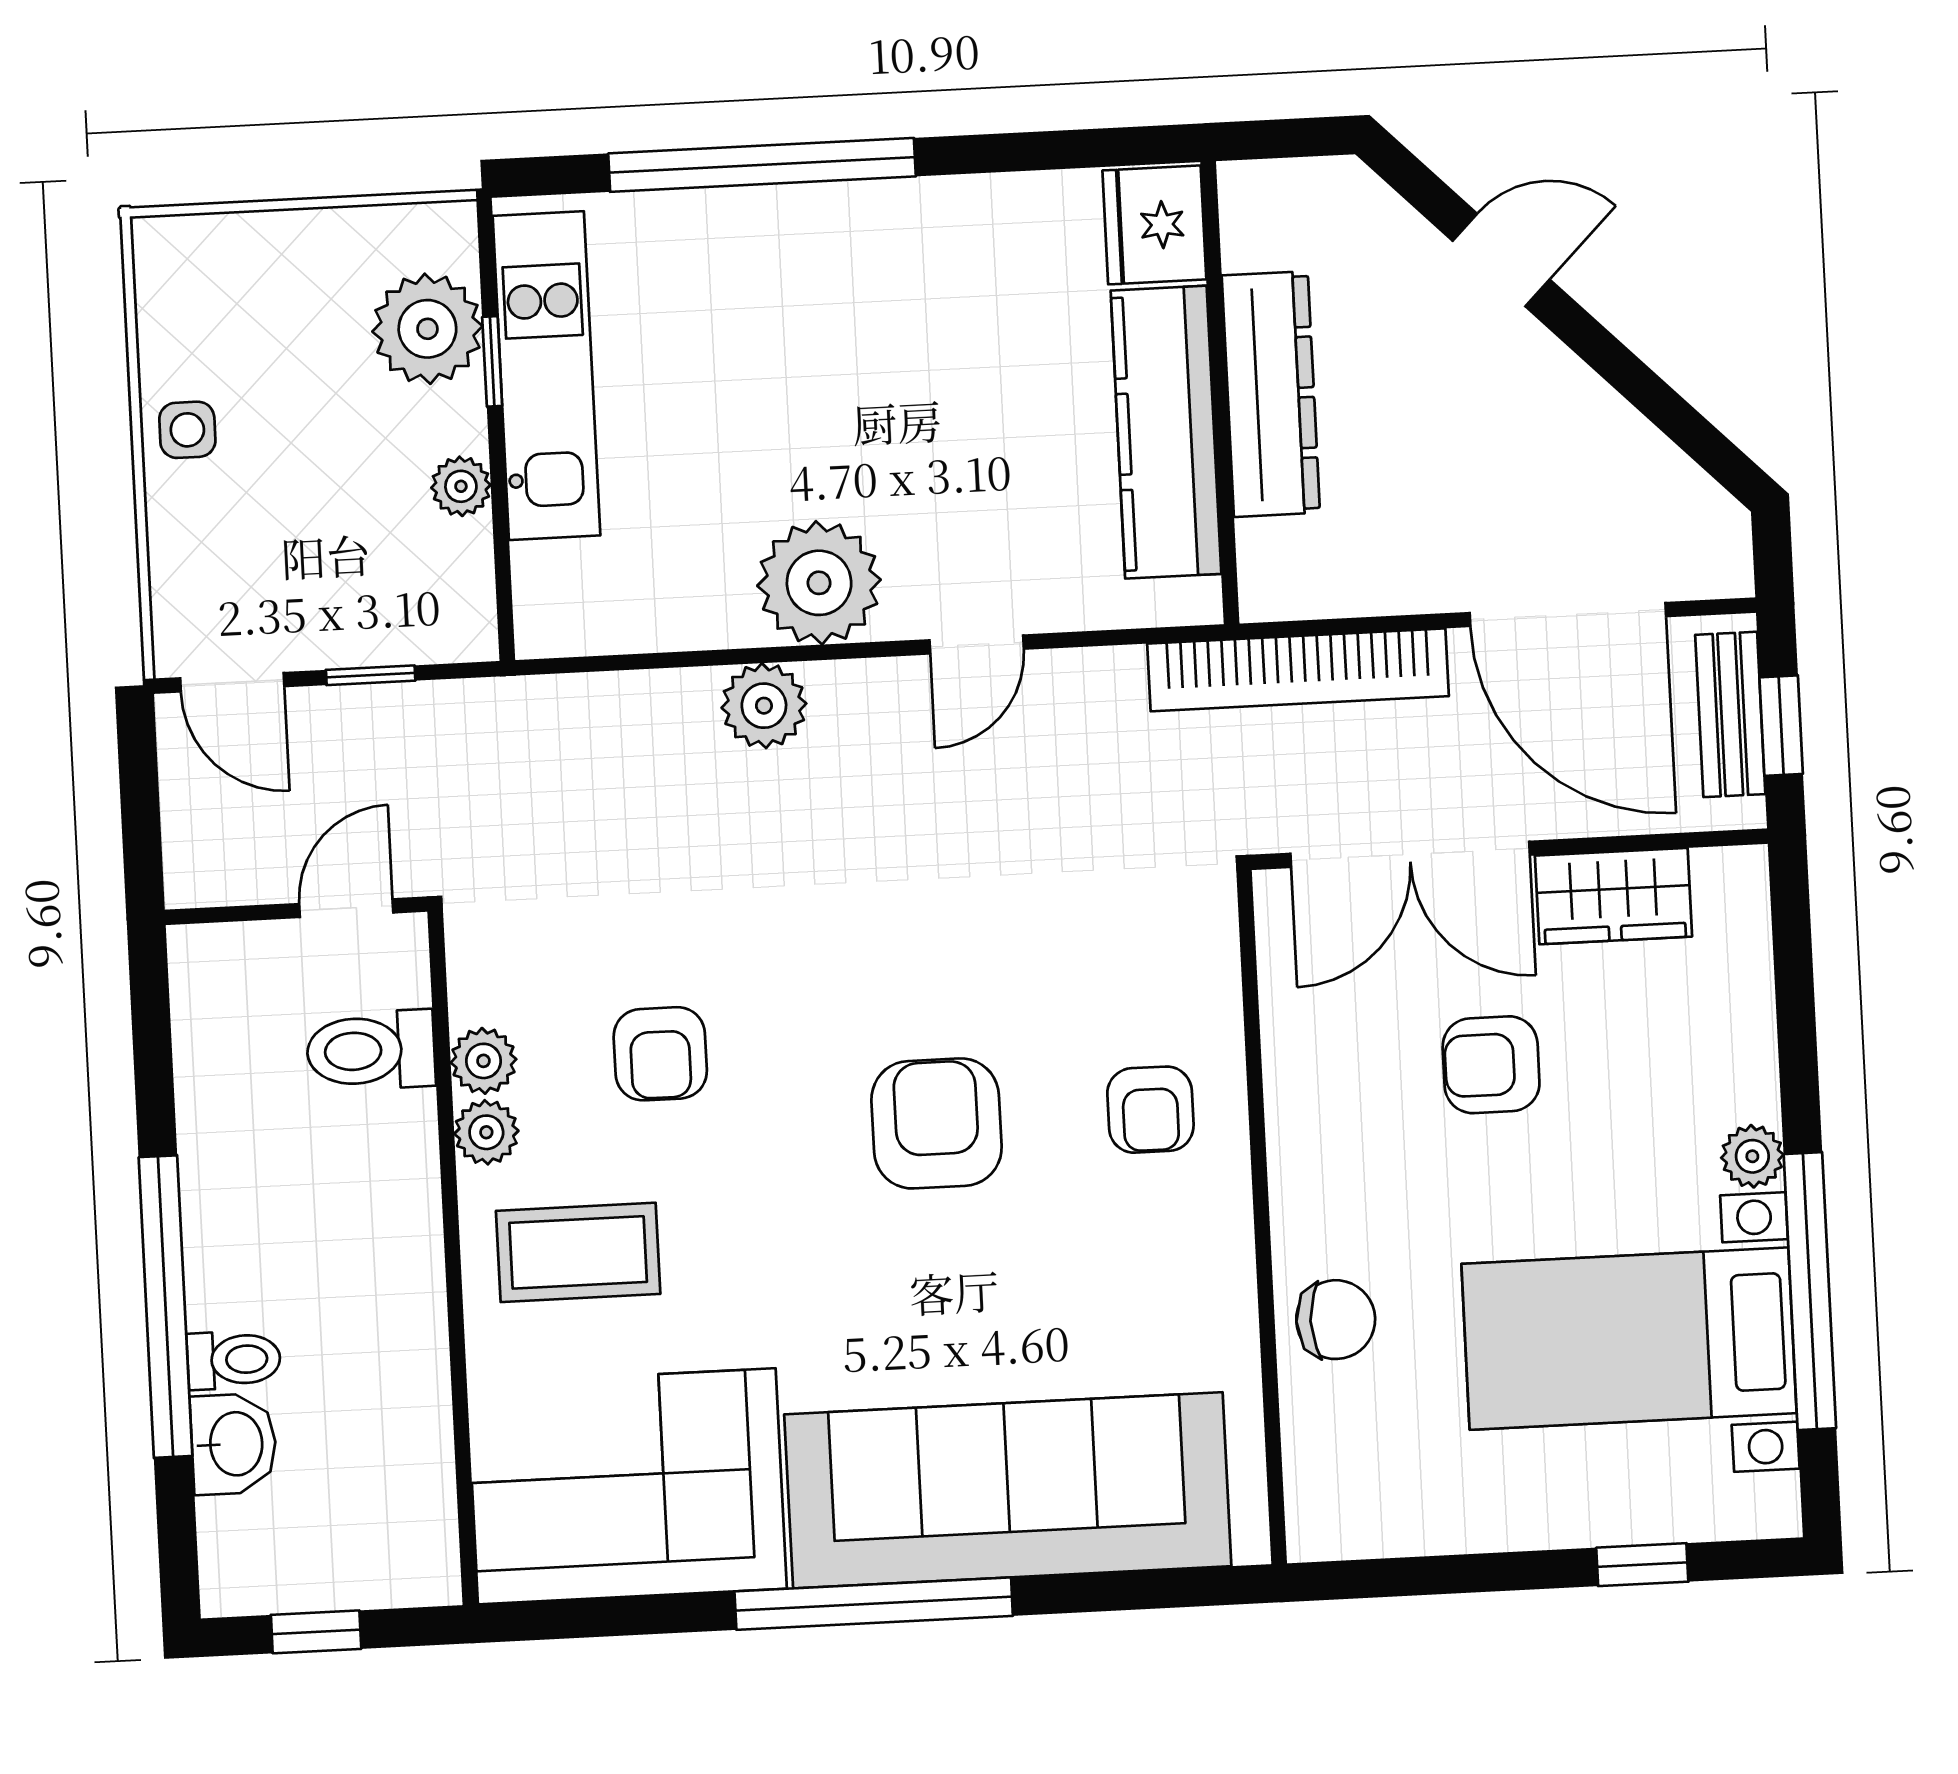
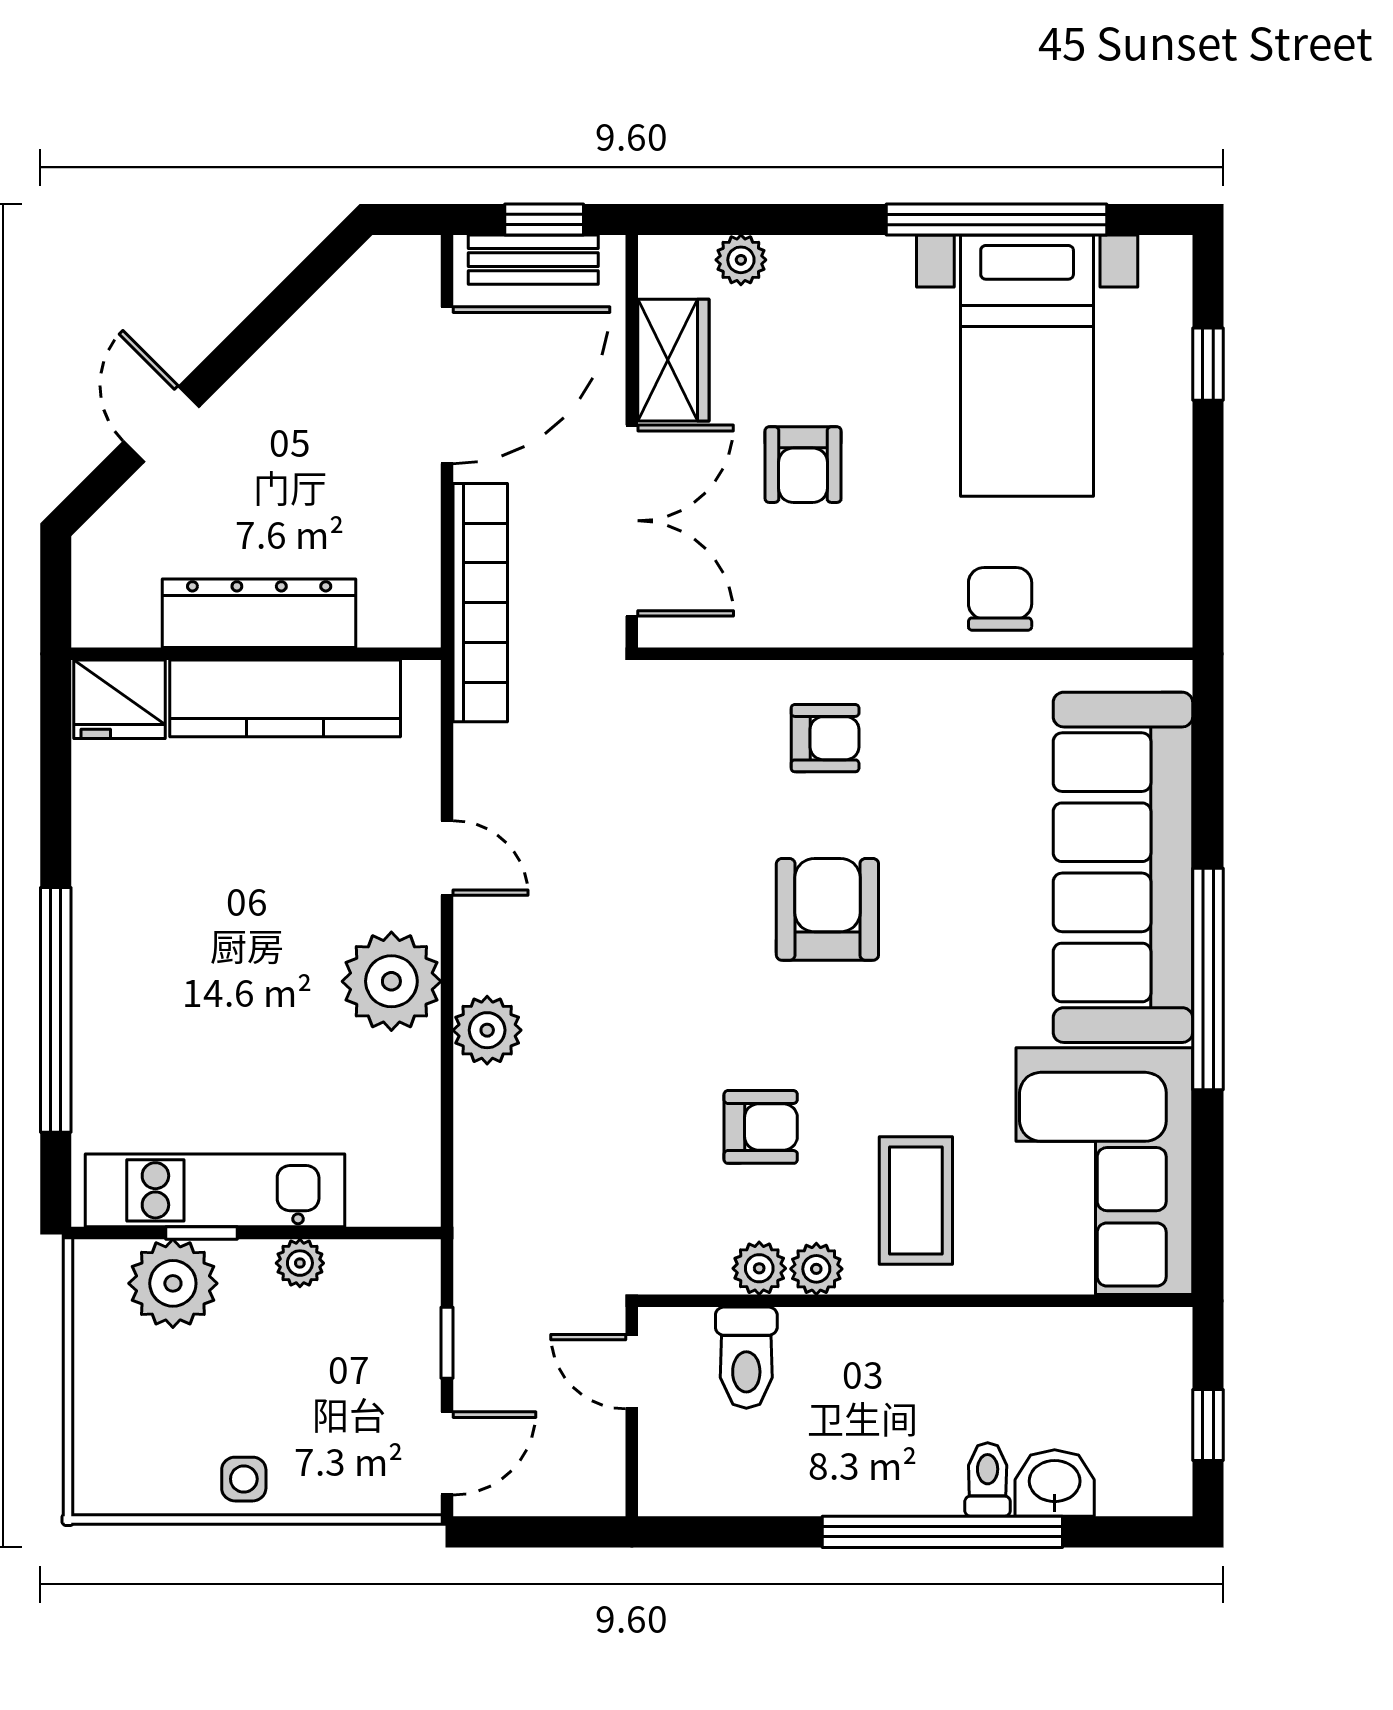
armchair: (937, 1123) -> (827, 909), turned 90
plant: (1752, 1156) -> (741, 260), moved

